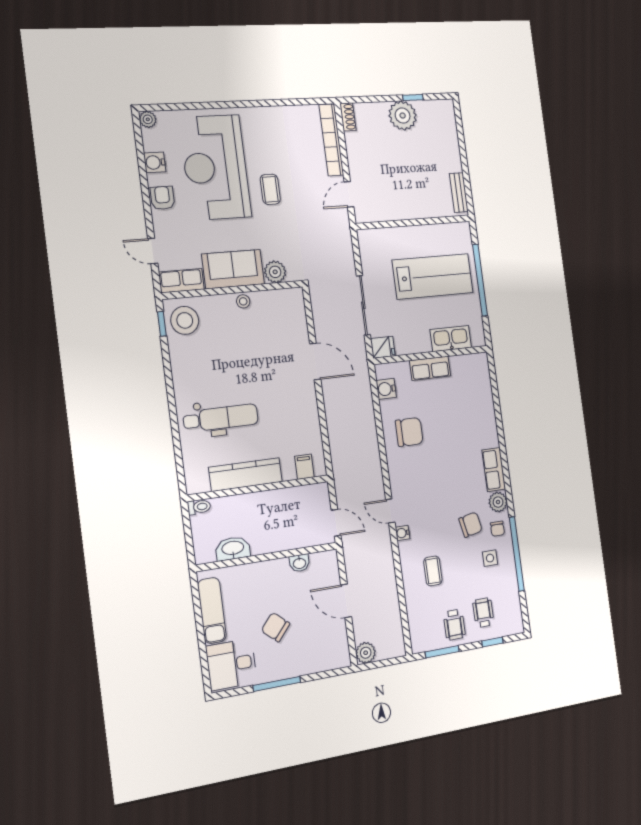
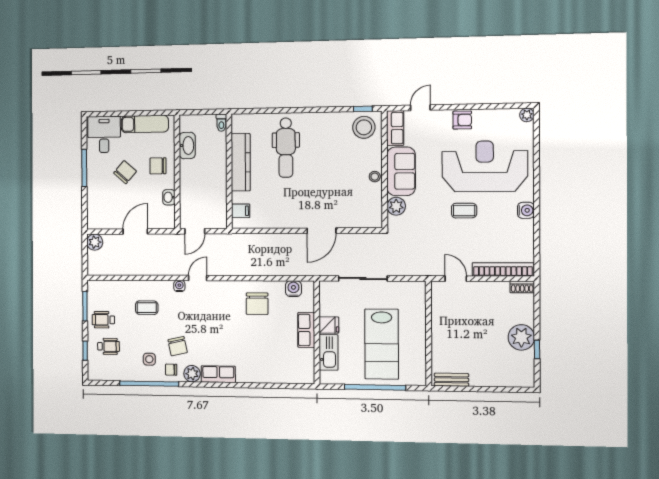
water cooler: (155, 162) -> (526, 210), moved, turned 90
fridge: (383, 347) -> (329, 325), moved, turned -90
chair: (263, 584) -> (158, 166), added

